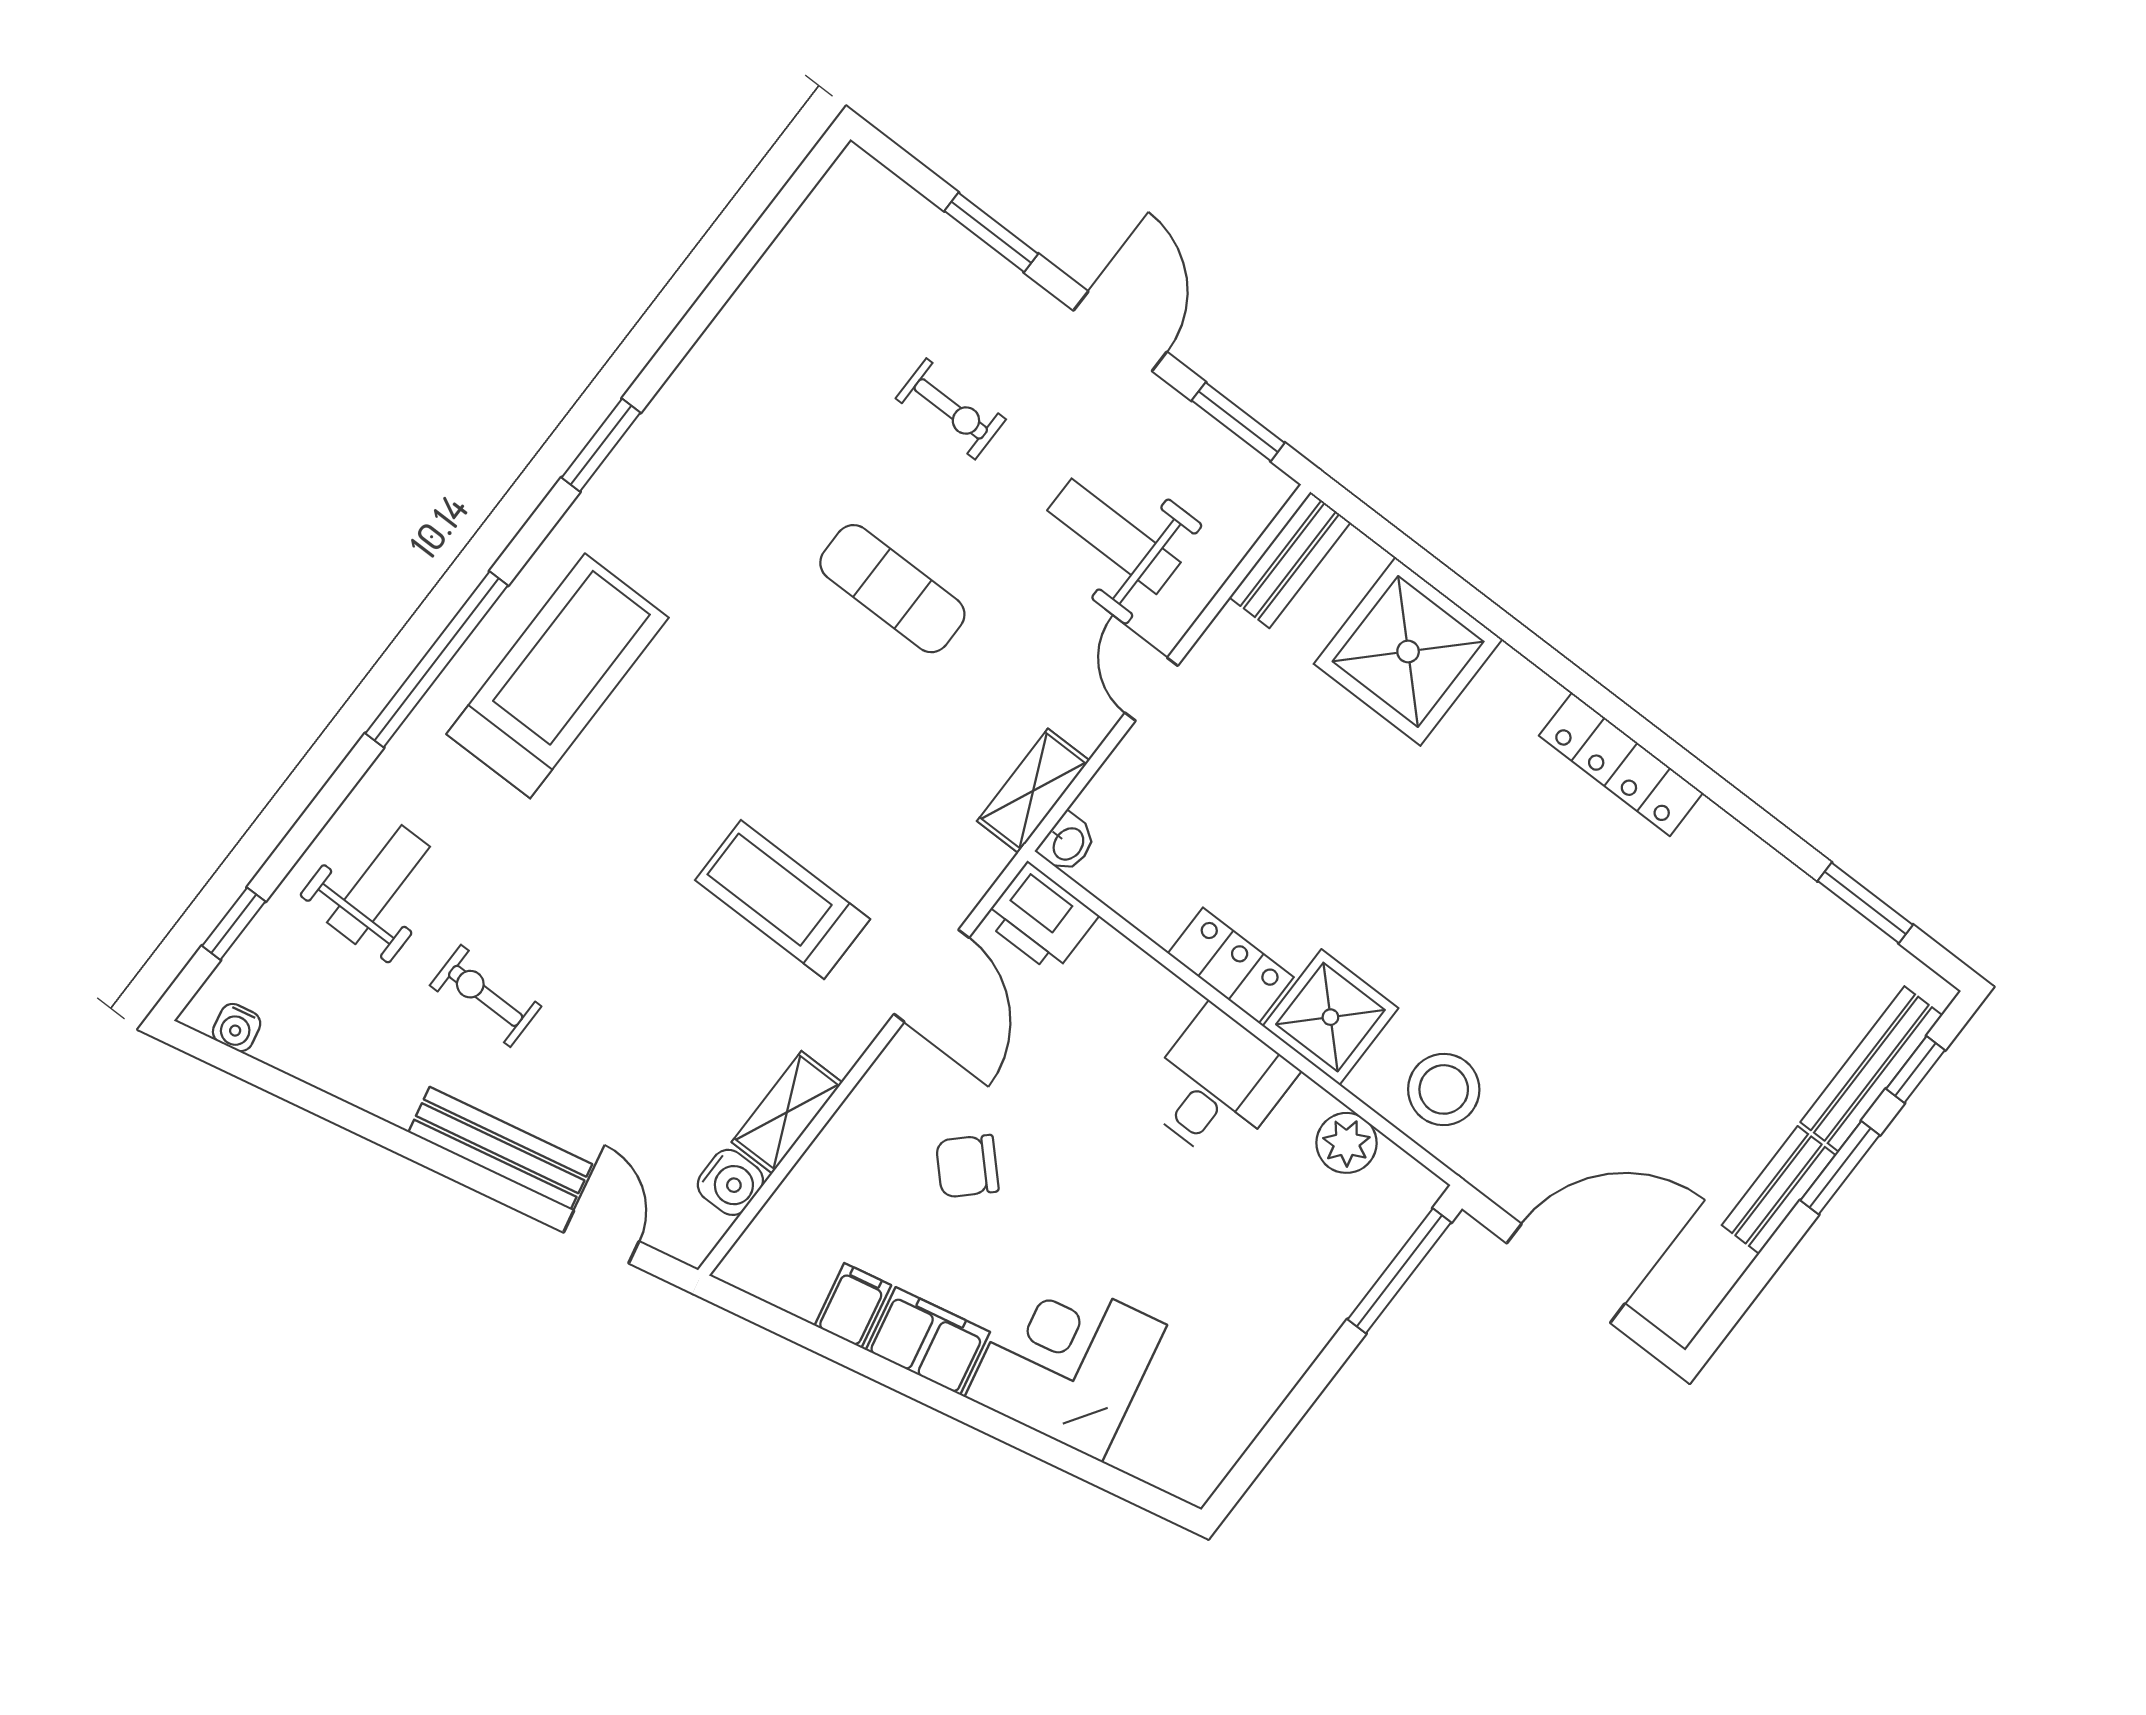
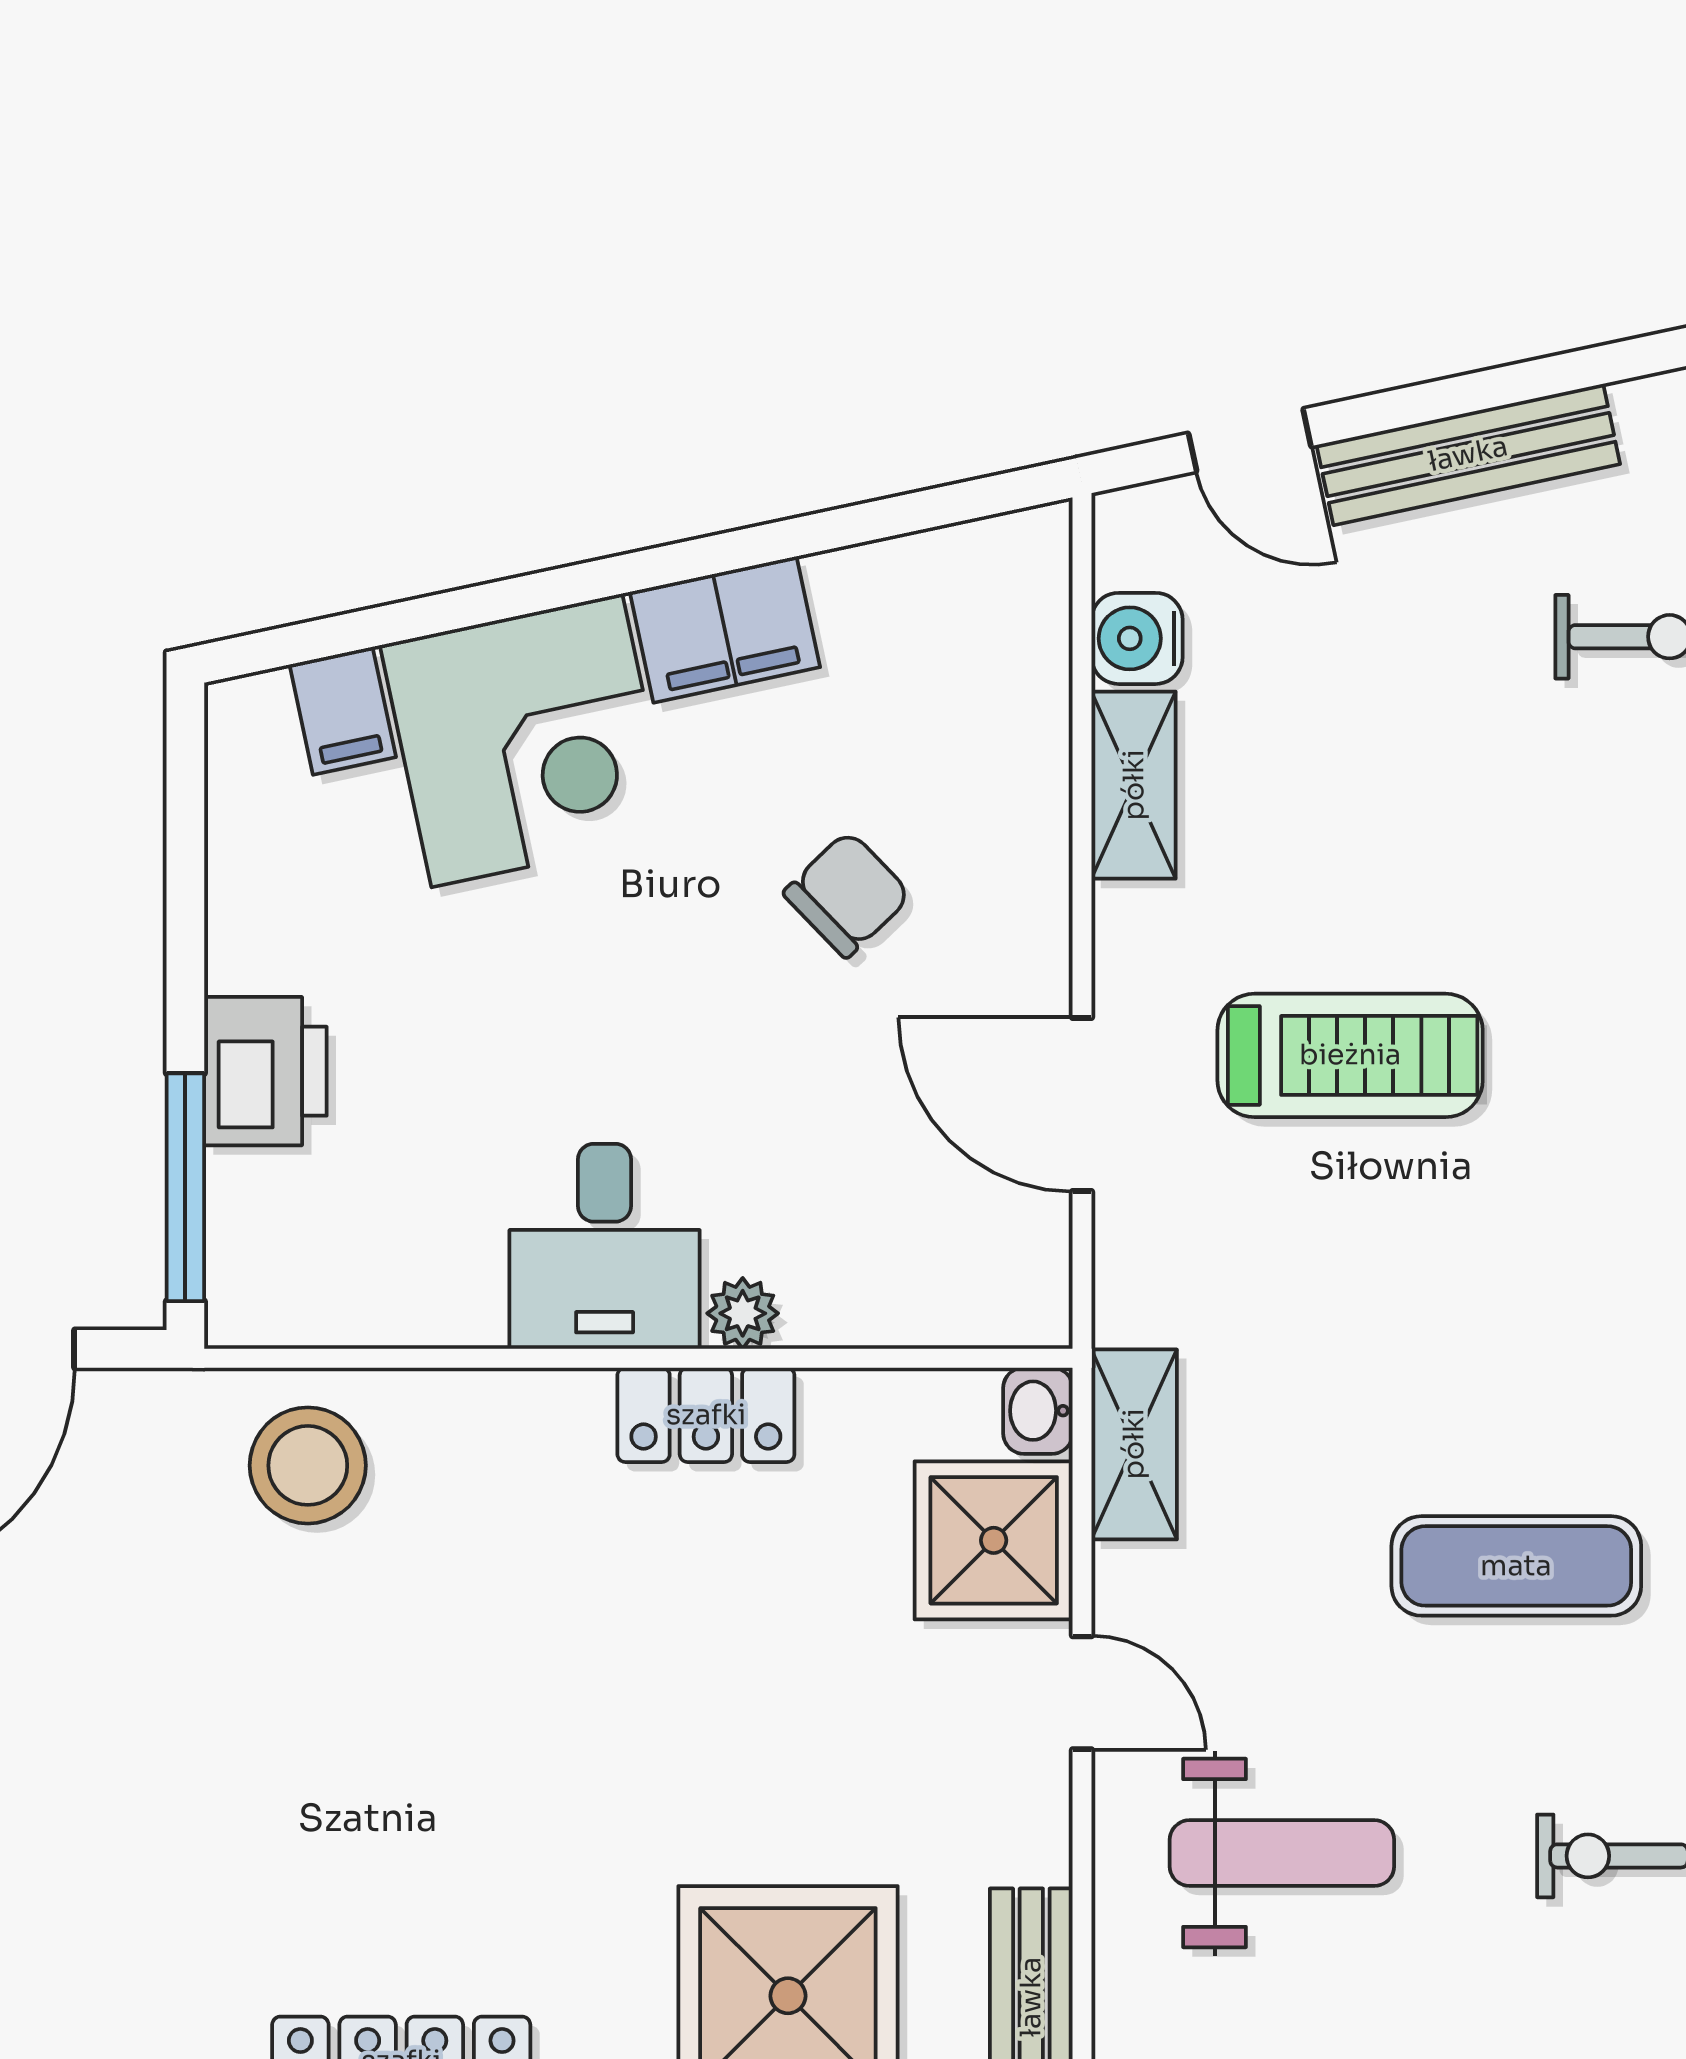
printer: (1041, 918) -> (265, 1071), moved, turned 90
shower: (1330, 1017) -> (994, 1540), moved
plant: (1347, 1143) -> (743, 1313), moved, width x0.73, depth x0.73
filing cabinet: (853, 1305) -> (343, 711), moved

